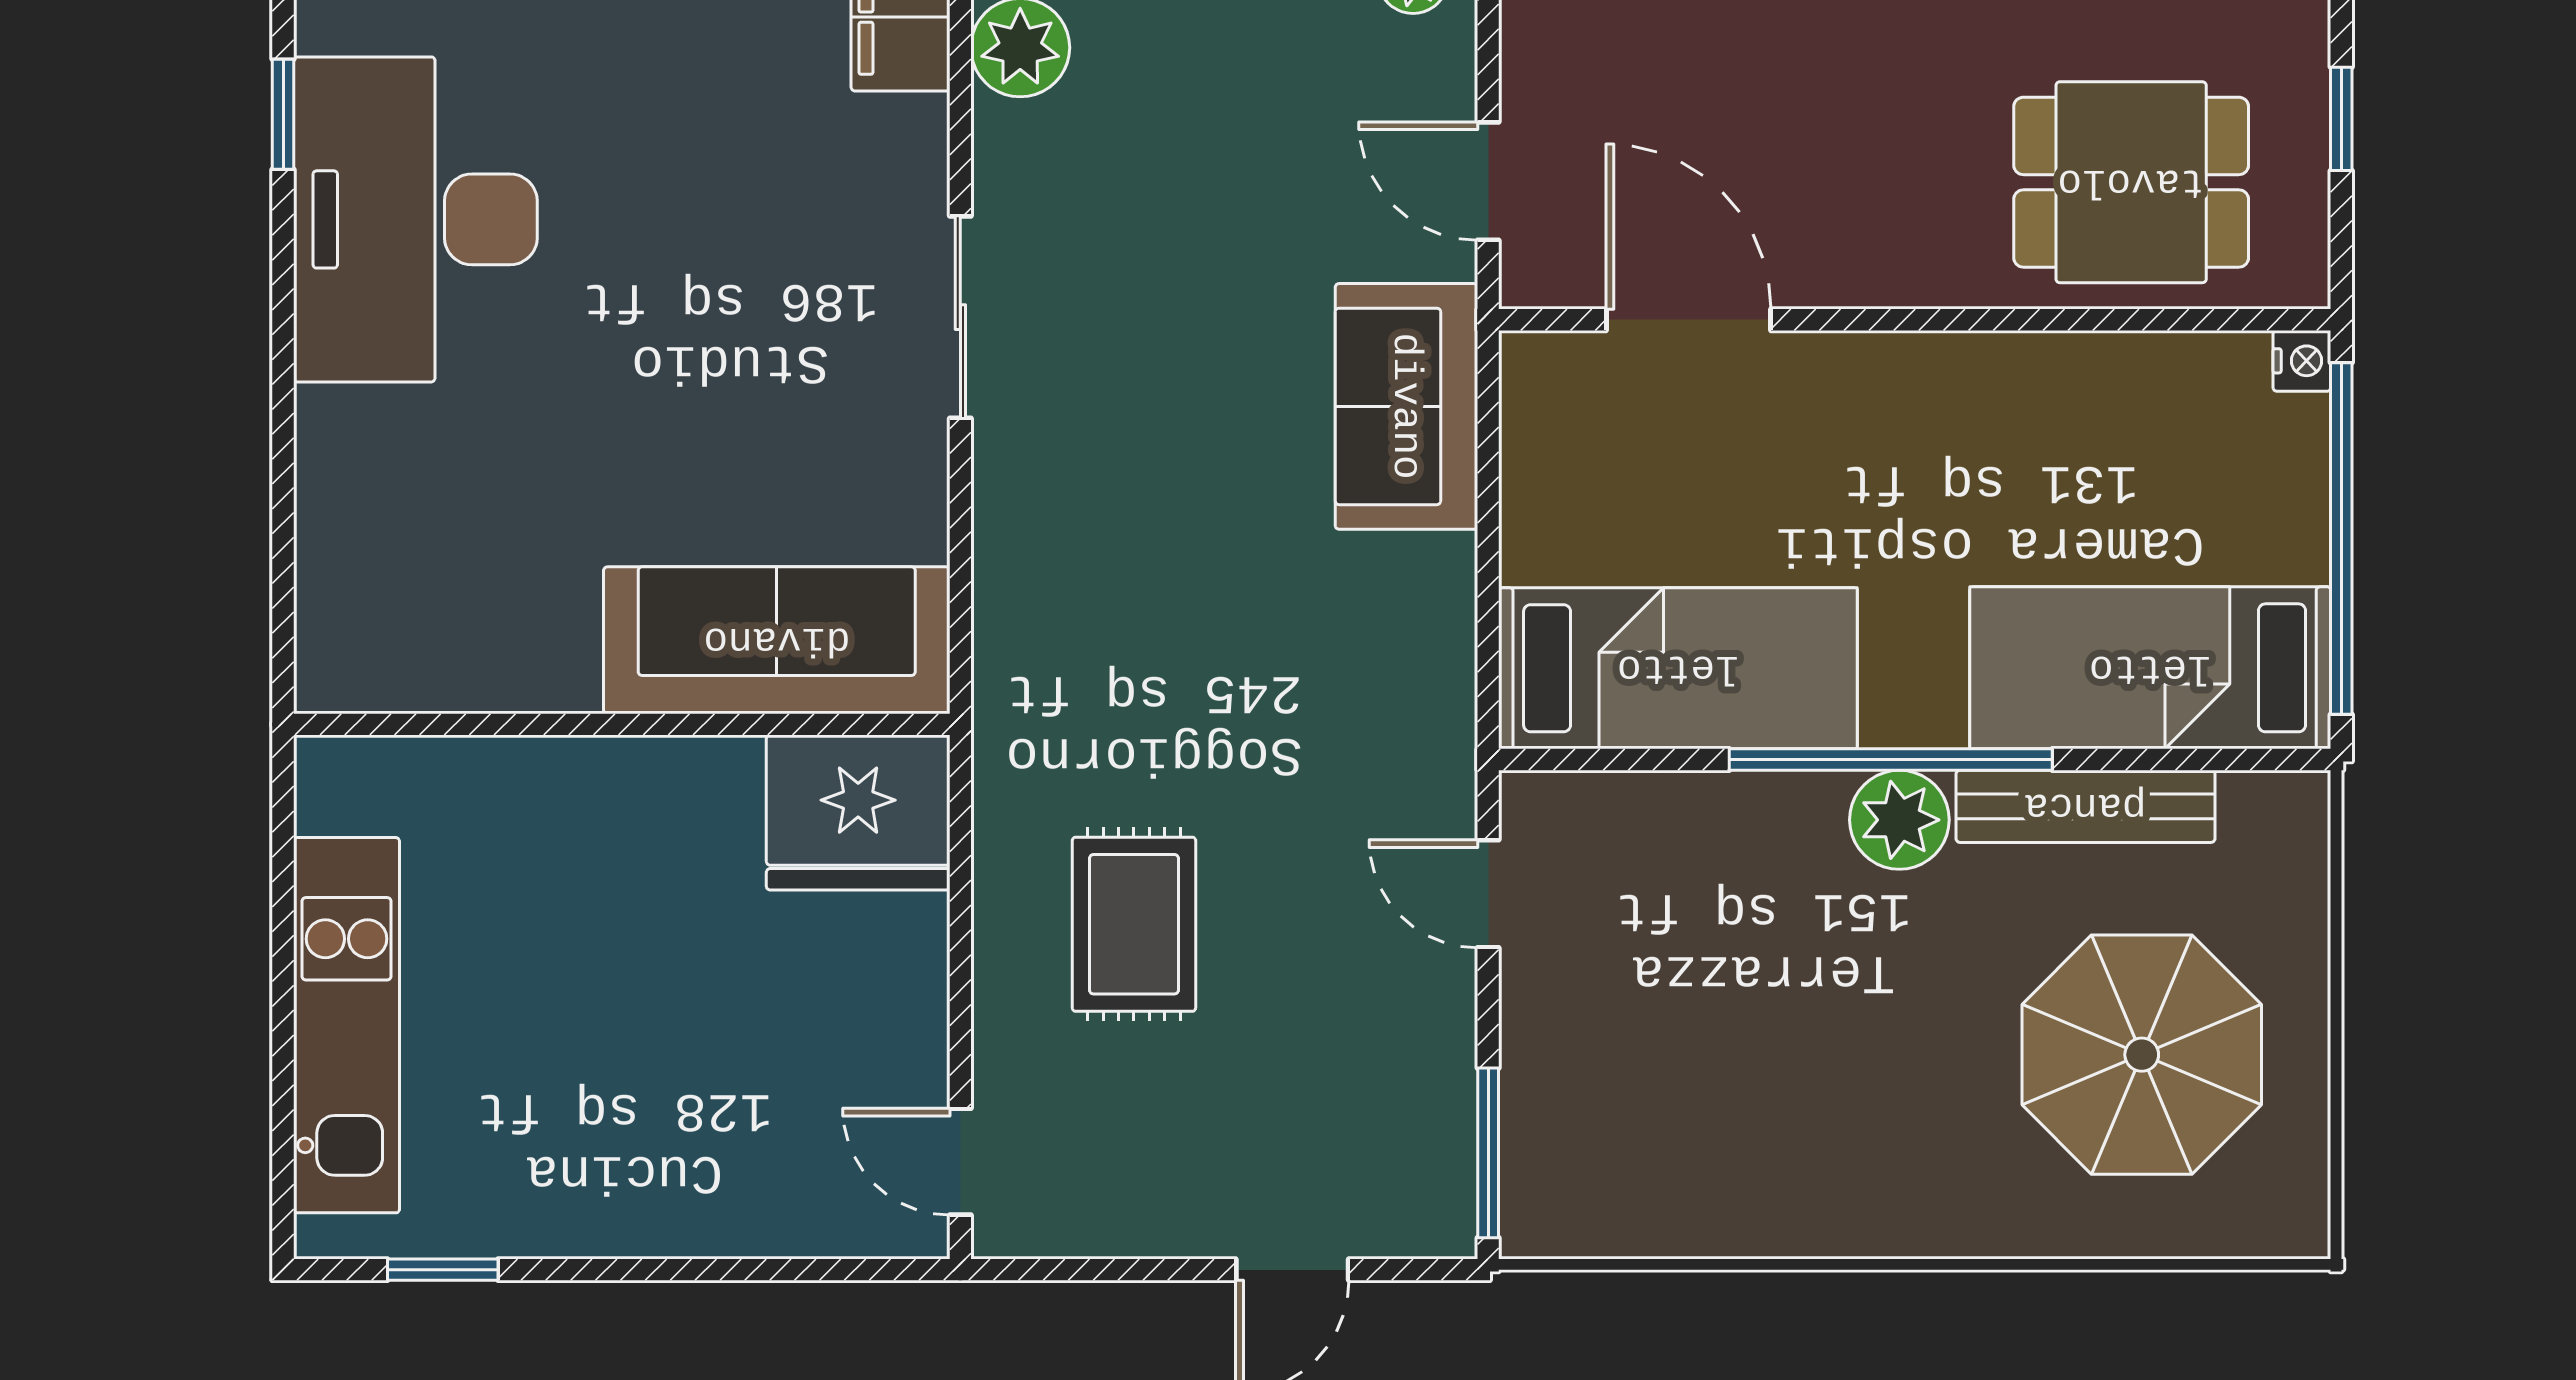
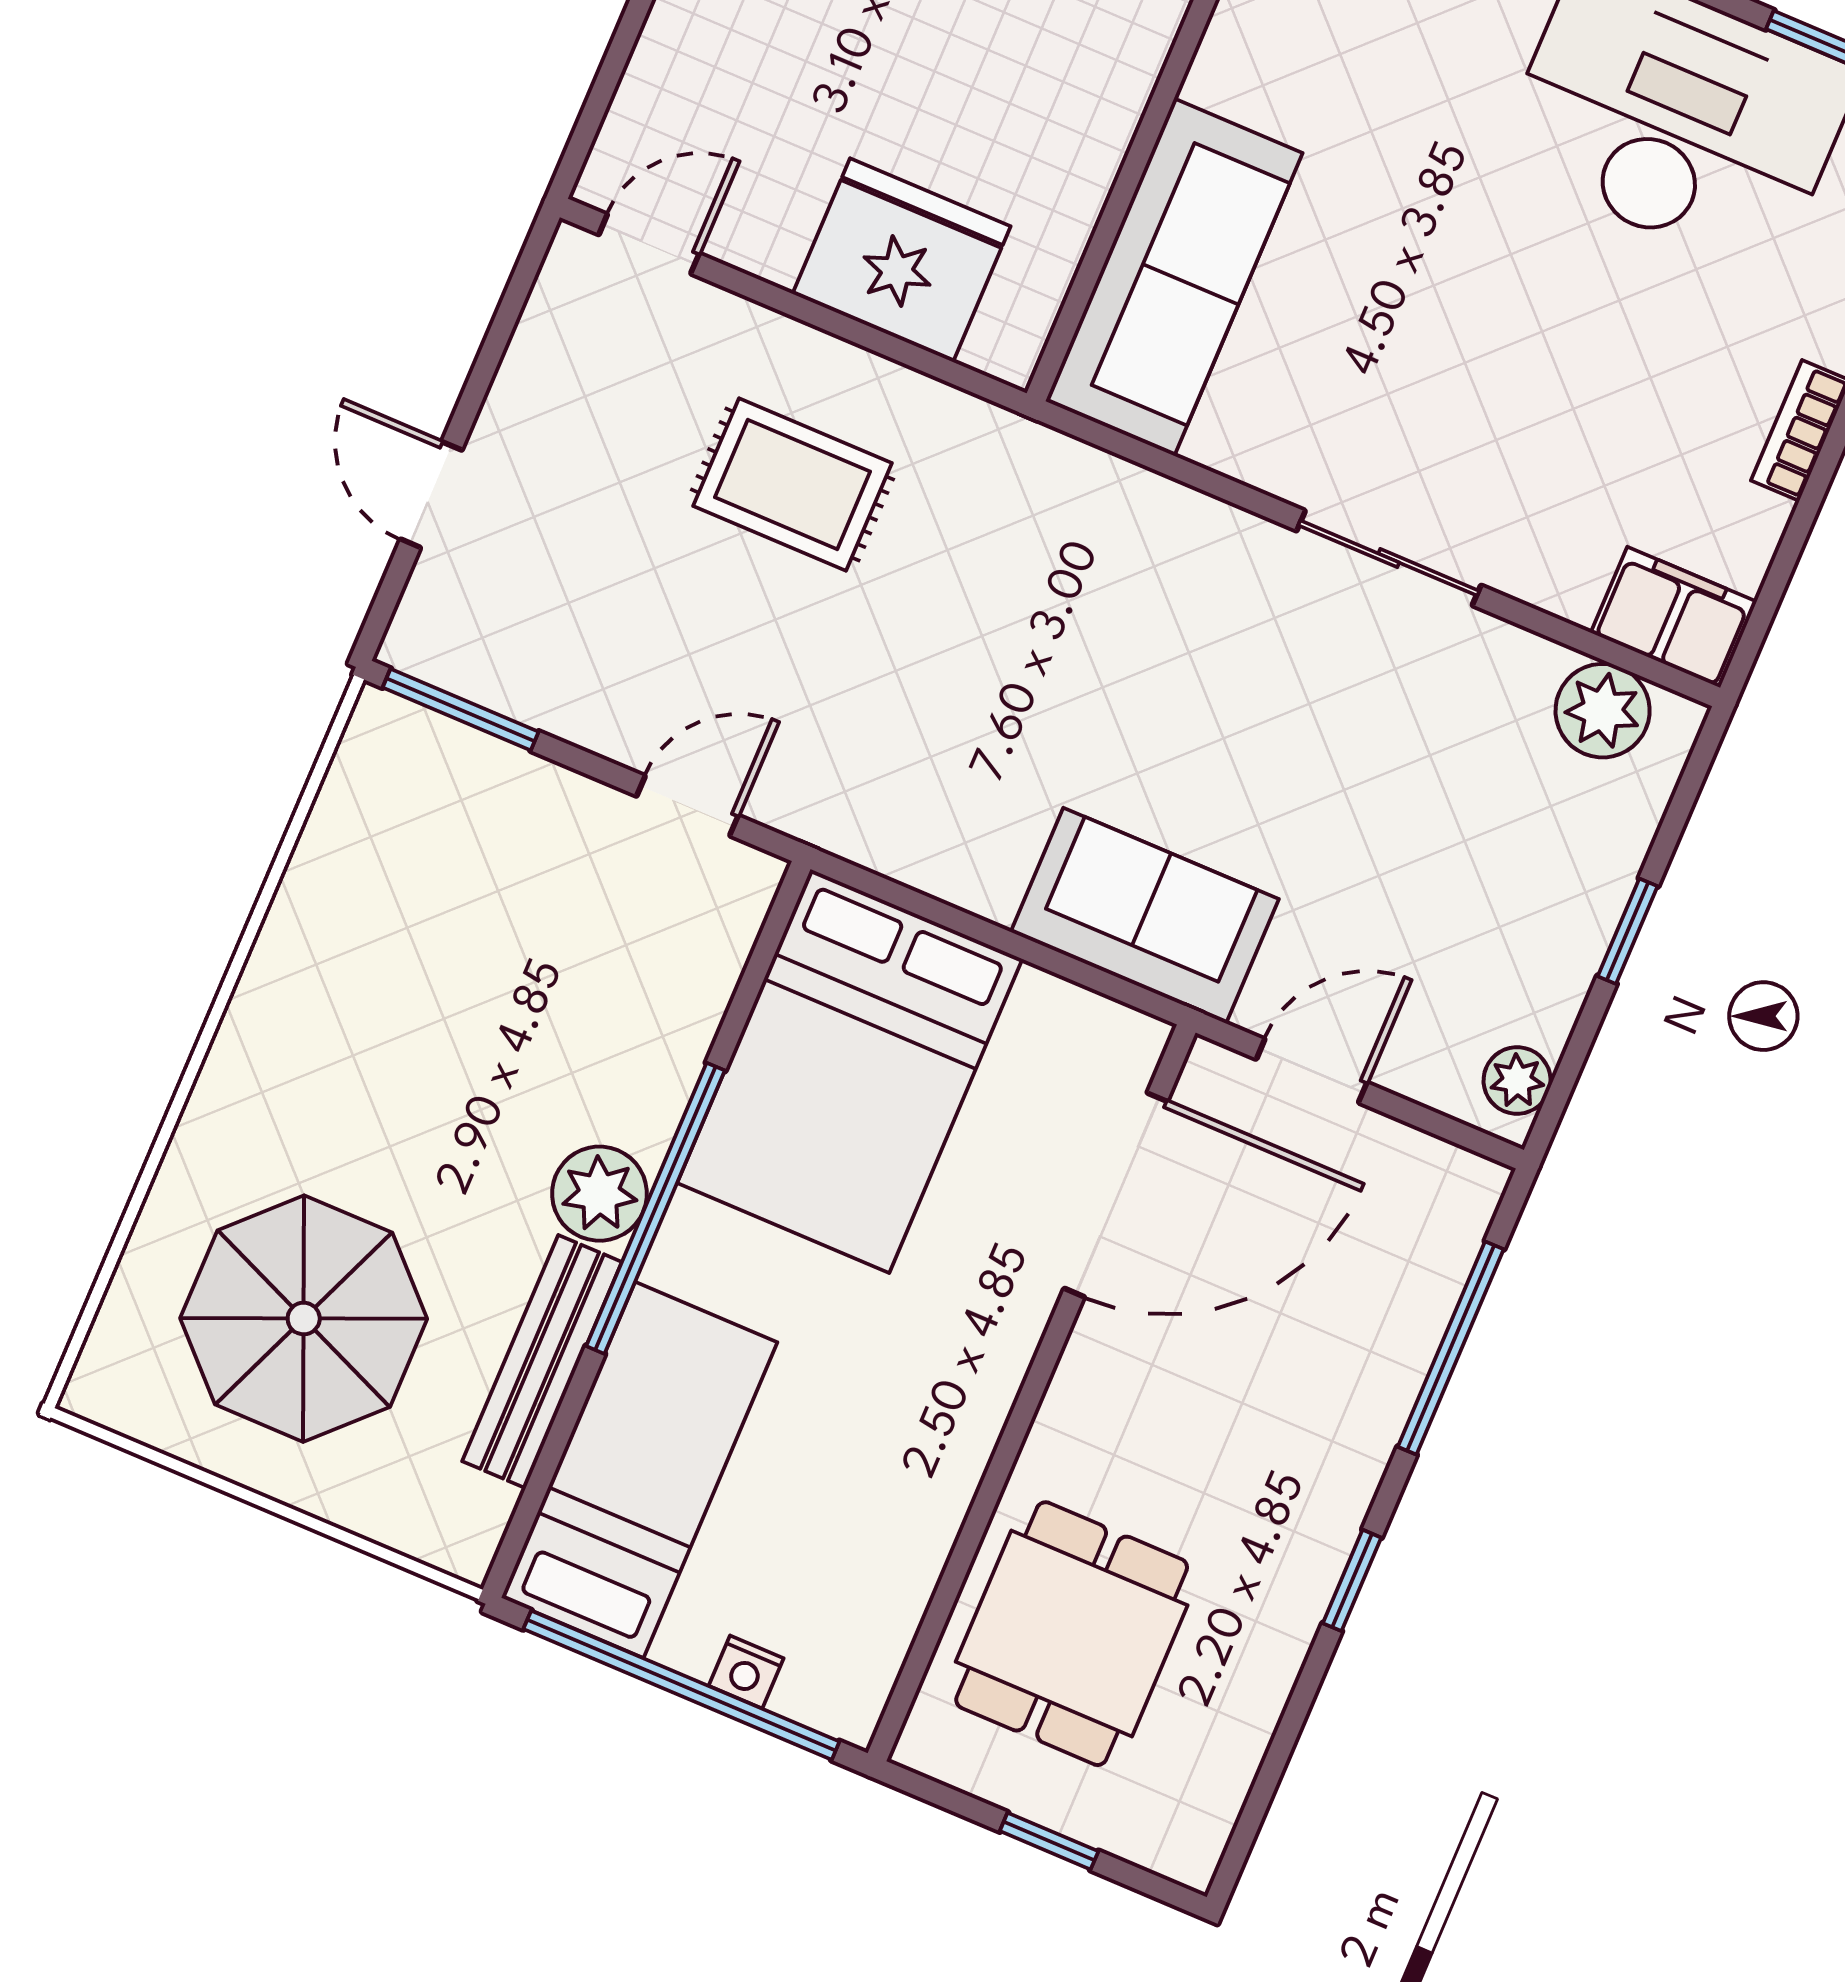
door: (1689, 320) -> (1116, 1195), width x1.36
nightstand: (2302, 361) -> (746, 1672), moved
bed: (1678, 668) -> (850, 1071), width x1.50
fridge: (858, 813) -> (902, 260), moved, turned 90

